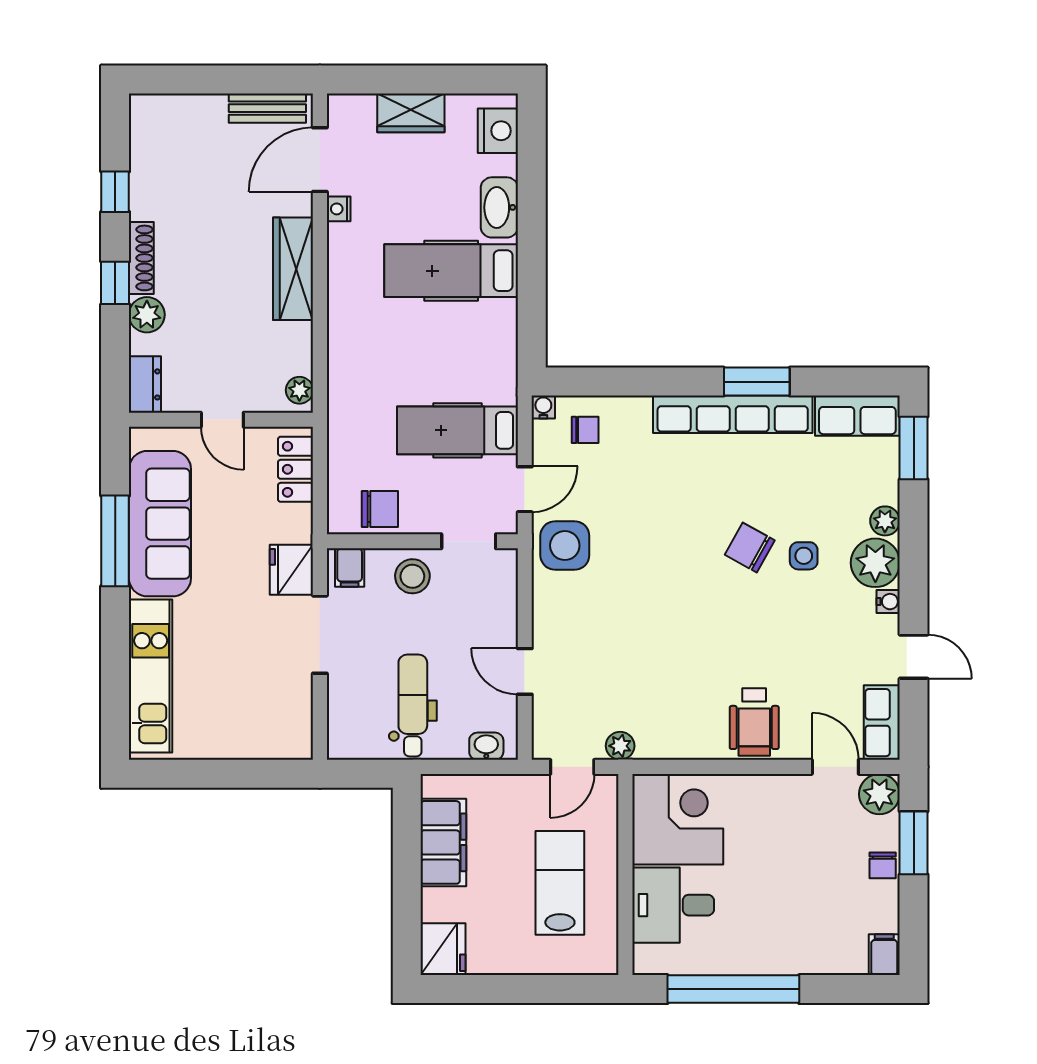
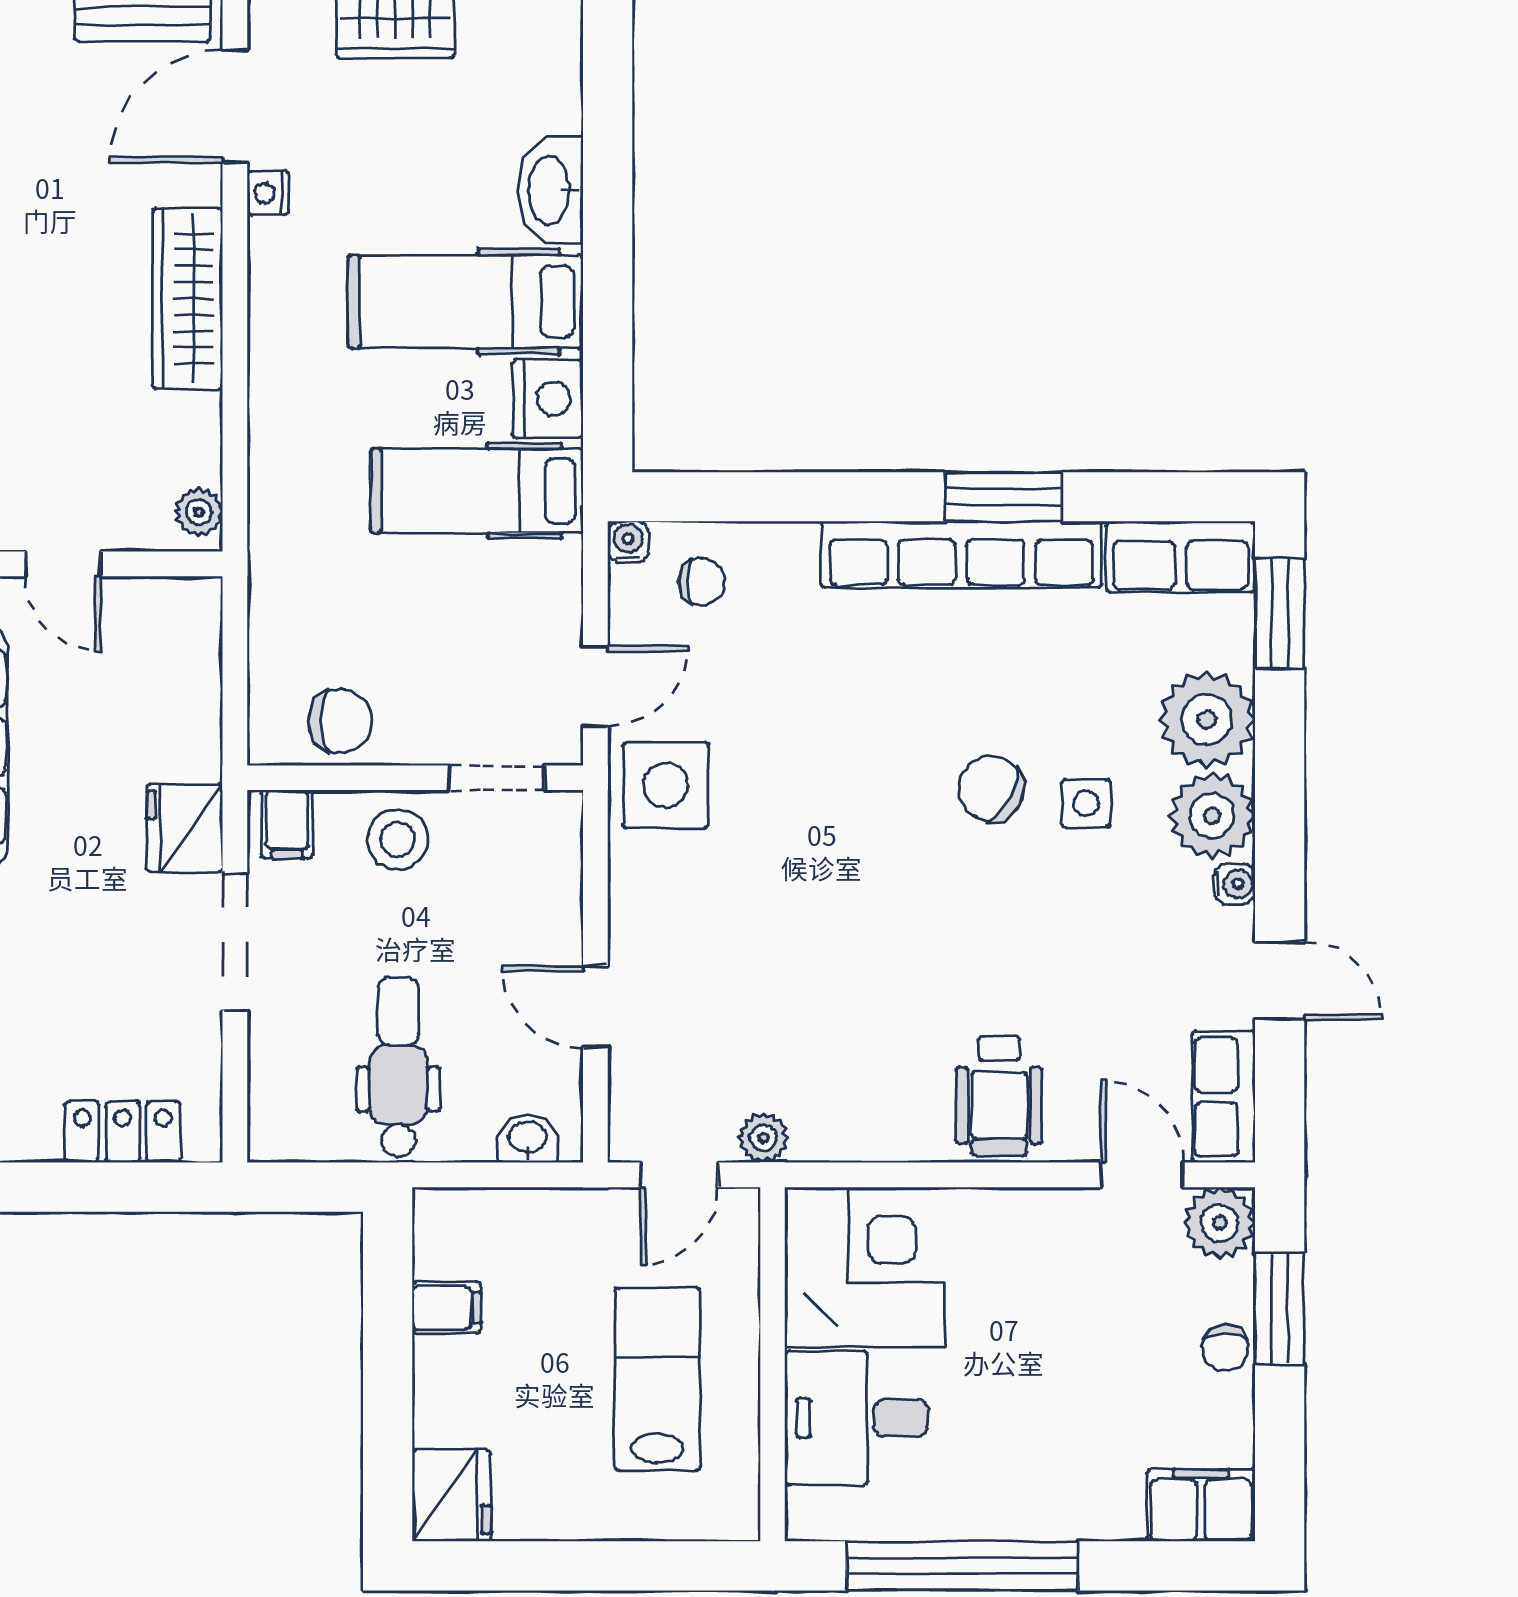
nightstand: (498, 131) -> (548, 399), moved
hospital bed: (457, 430) -> (477, 491), moved
locker: (296, 469) -> (123, 1132), moved, turned 90
plant: (885, 521) -> (1207, 719), width x1.87, depth x1.87
filing cabinet: (443, 842) -> (446, 1308), width x0.33, depth x0.86
filing cabinet: (884, 955) -> (1201, 1505), width x2.00

